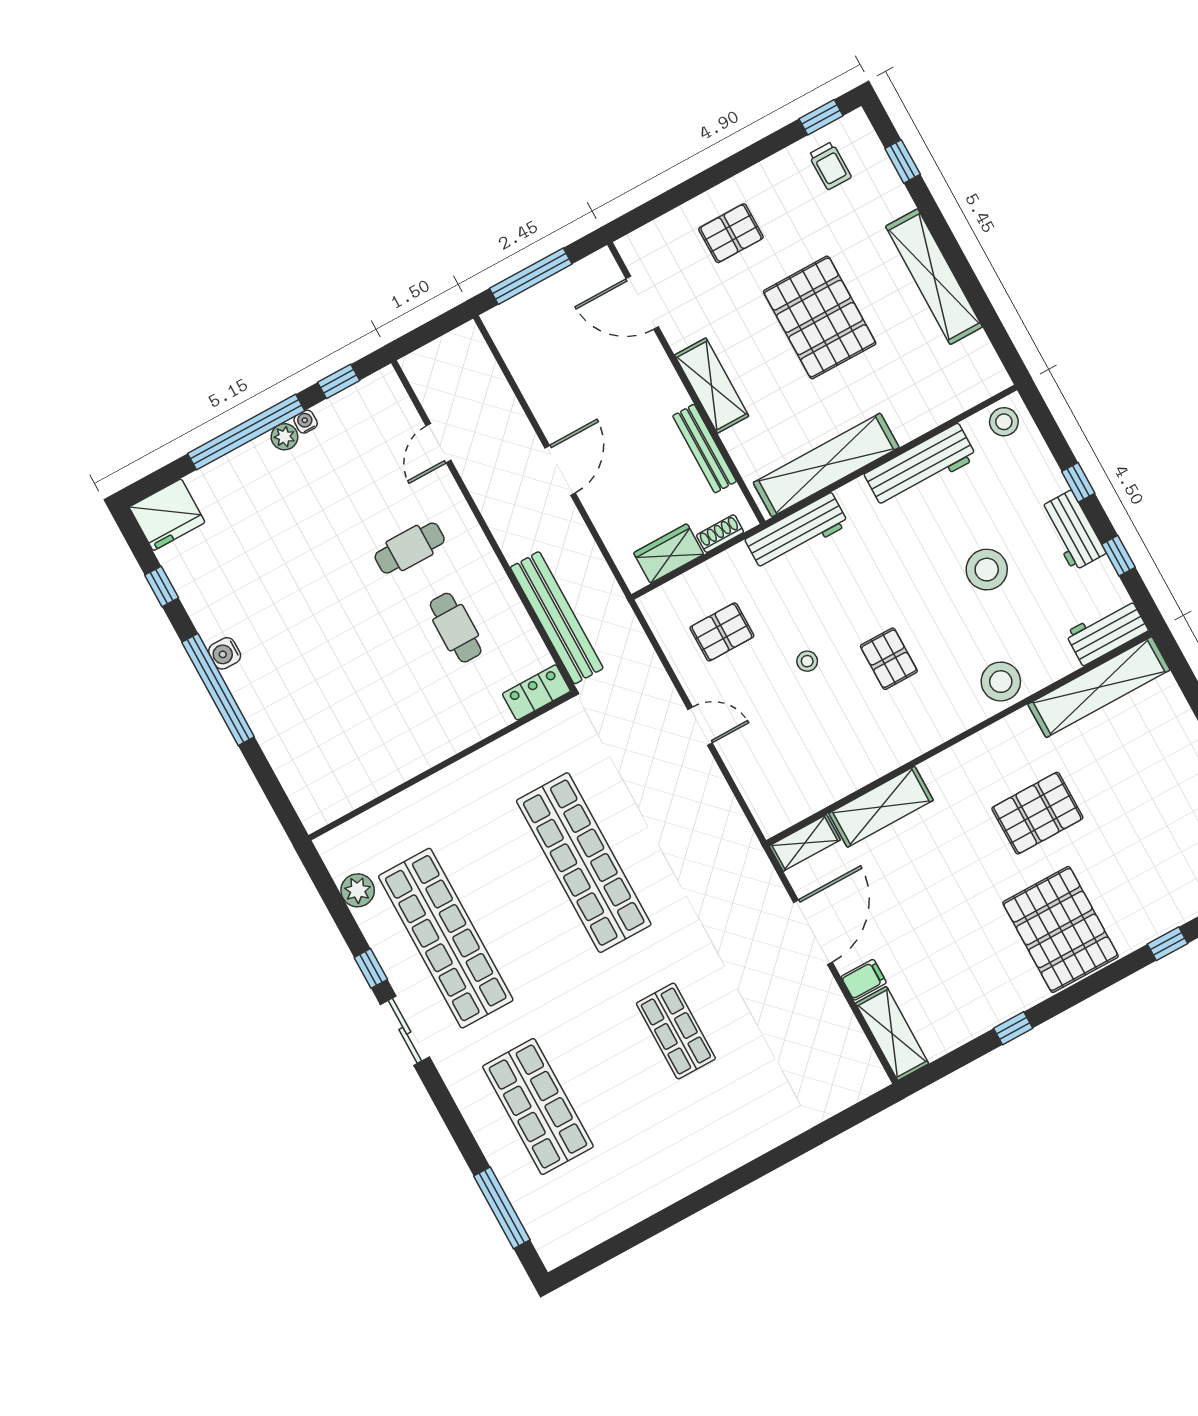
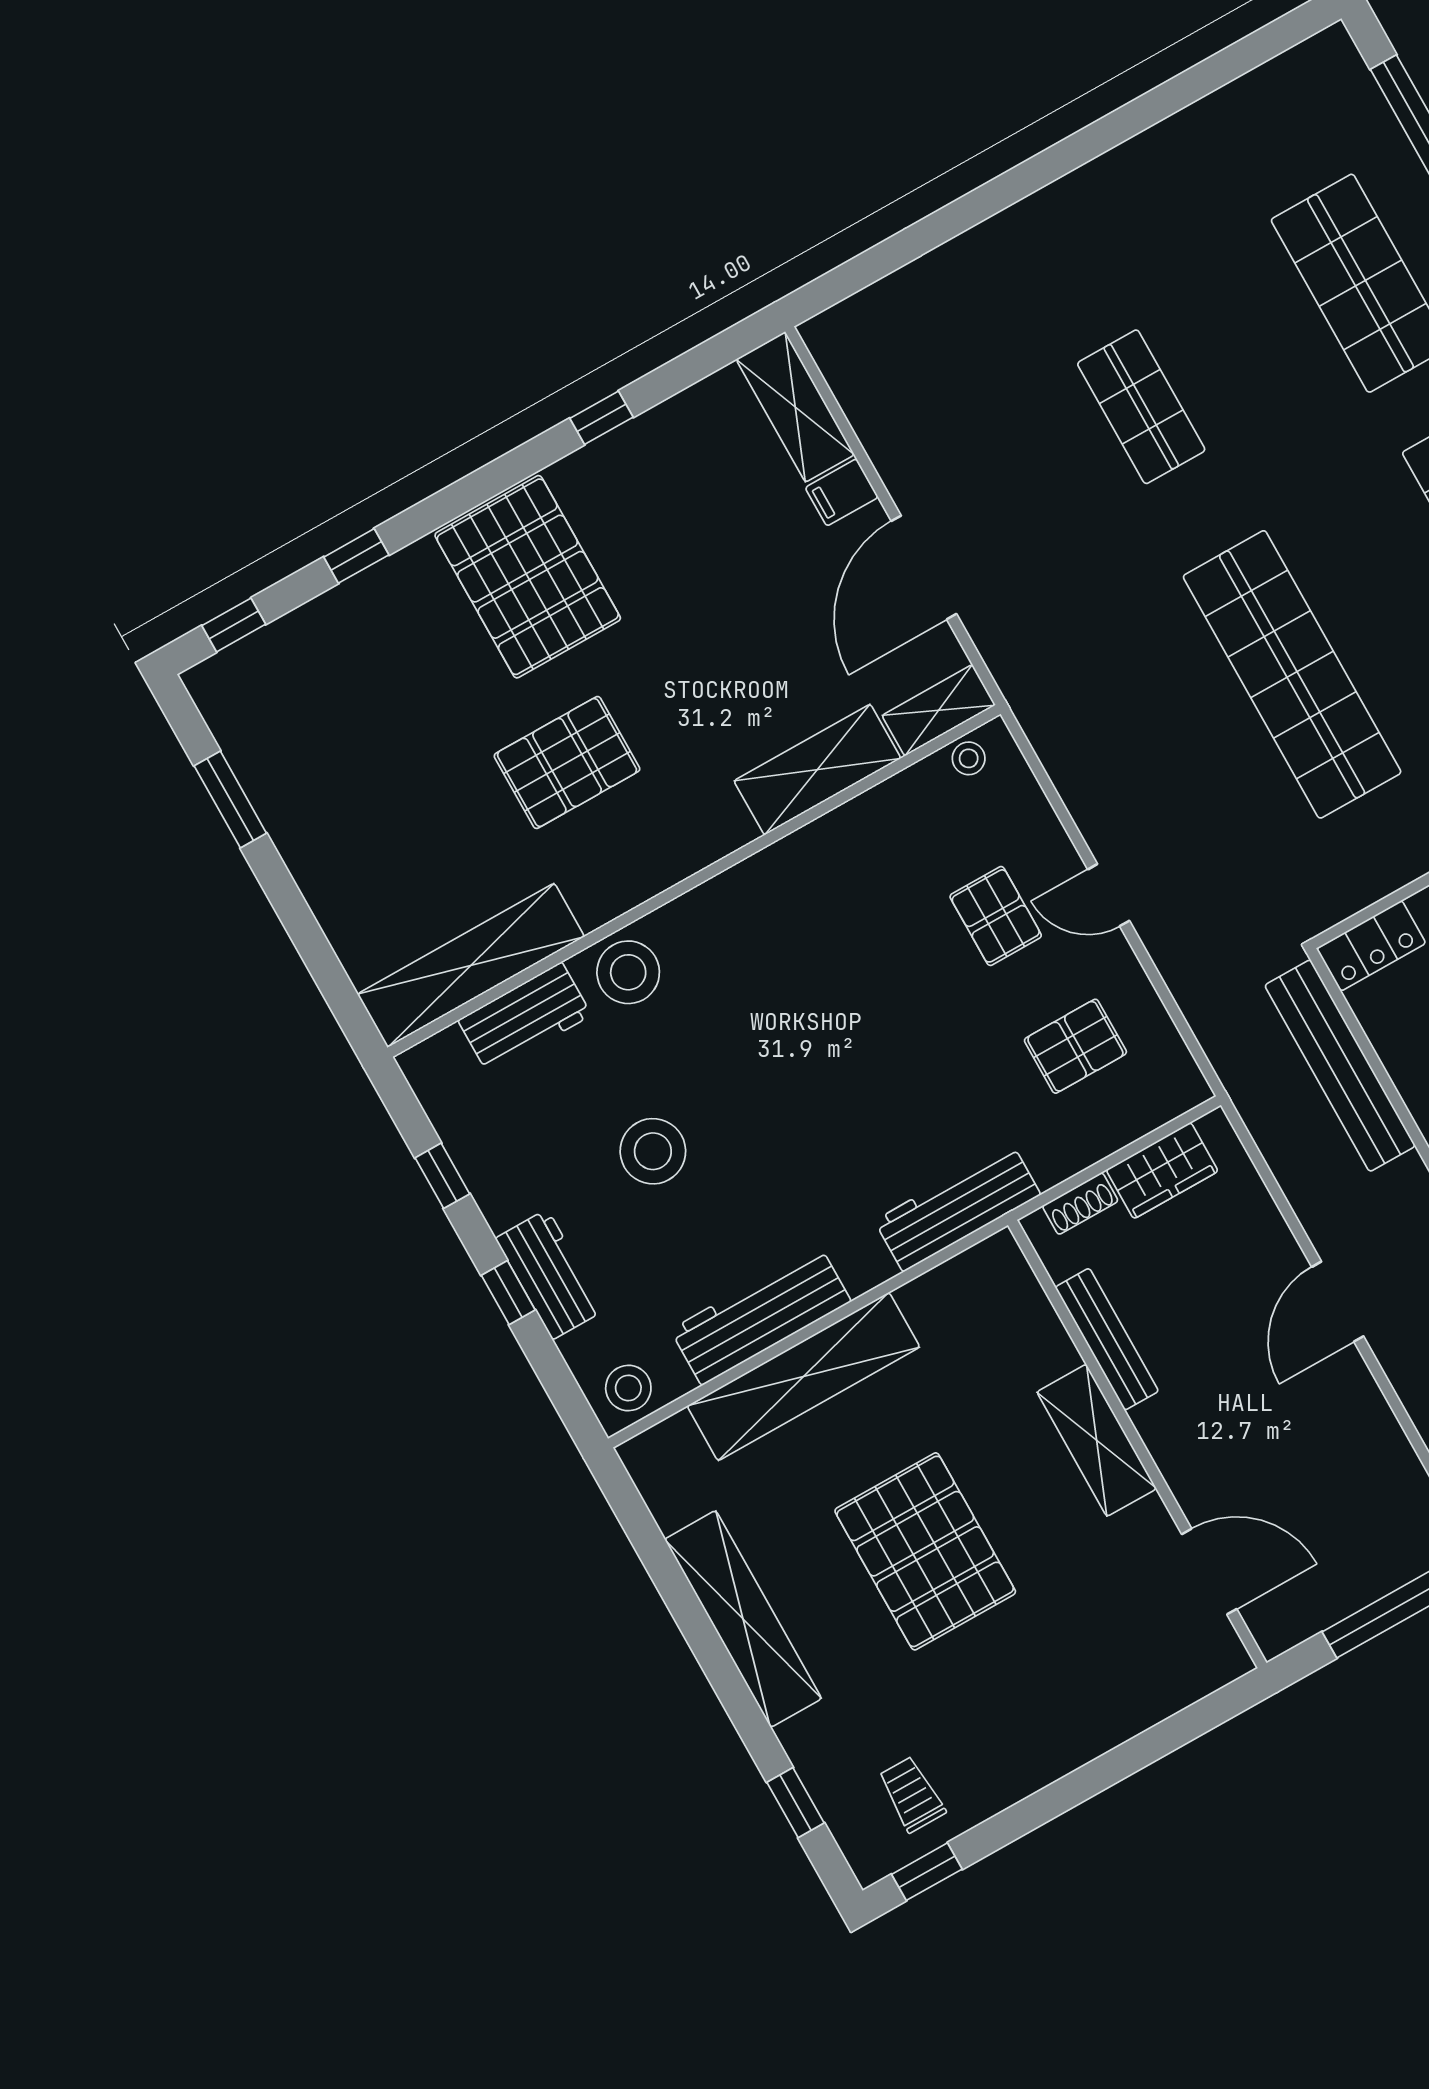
pallet: (731, 233) -> (1069, 1684), removed
shelving: (826, 465) -> (803, 1377), moved
workbench: (1072, 530) -> (550, 1274), moved
workbench: (1107, 632) -> (525, 1018), moved
pallet: (889, 659) -> (996, 916), moved
stool: (807, 661) -> (969, 758), moved

